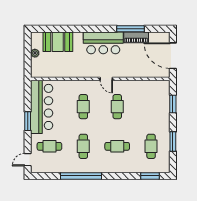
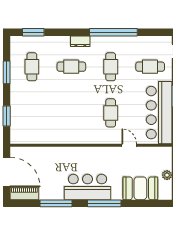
window: (89, 29) -> (104, 203), added
piano: (136, 37) -> (24, 194), moved
door: (106, 79) -> (129, 145), moved
cafe table: (117, 107) -> (71, 113), removed
dresser: (109, 168) -> (80, 41), added

